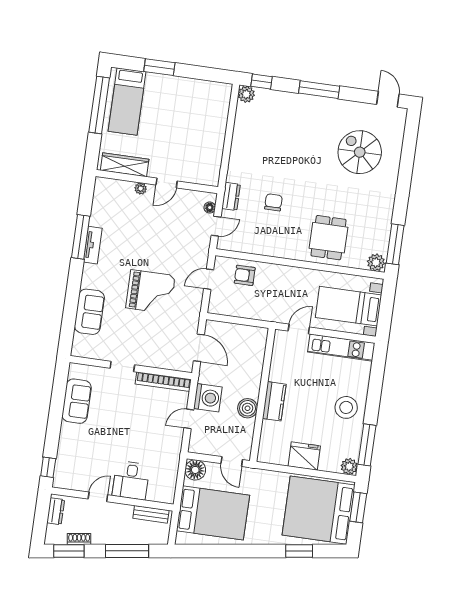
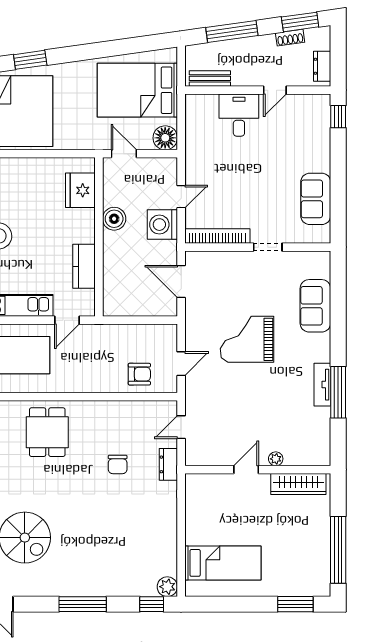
window: (159, 67) -> (295, 604), moved
bed: (127, 101) -> (223, 563), moved, turned 90
floor lamp: (210, 208) -> (192, 448), removed
kitchen counter: (274, 401) -> (84, 266), moved
fridge: (304, 456) -> (80, 190), moved, turned 90

